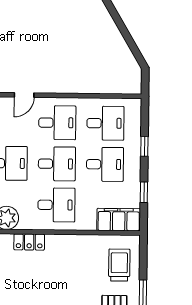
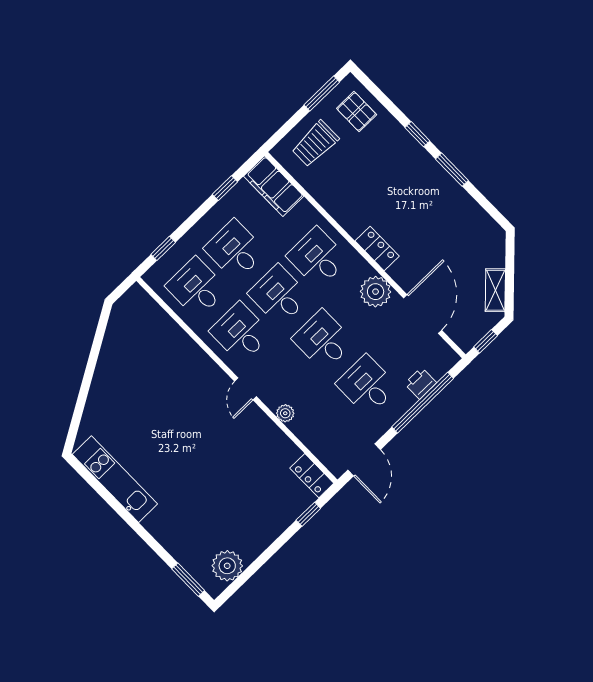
door: (24, 95) -> (246, 389), swing flipped
window: (144, 146) -> (163, 248), moved

